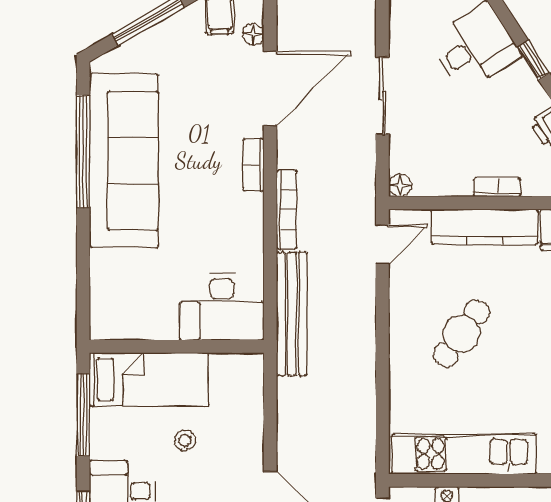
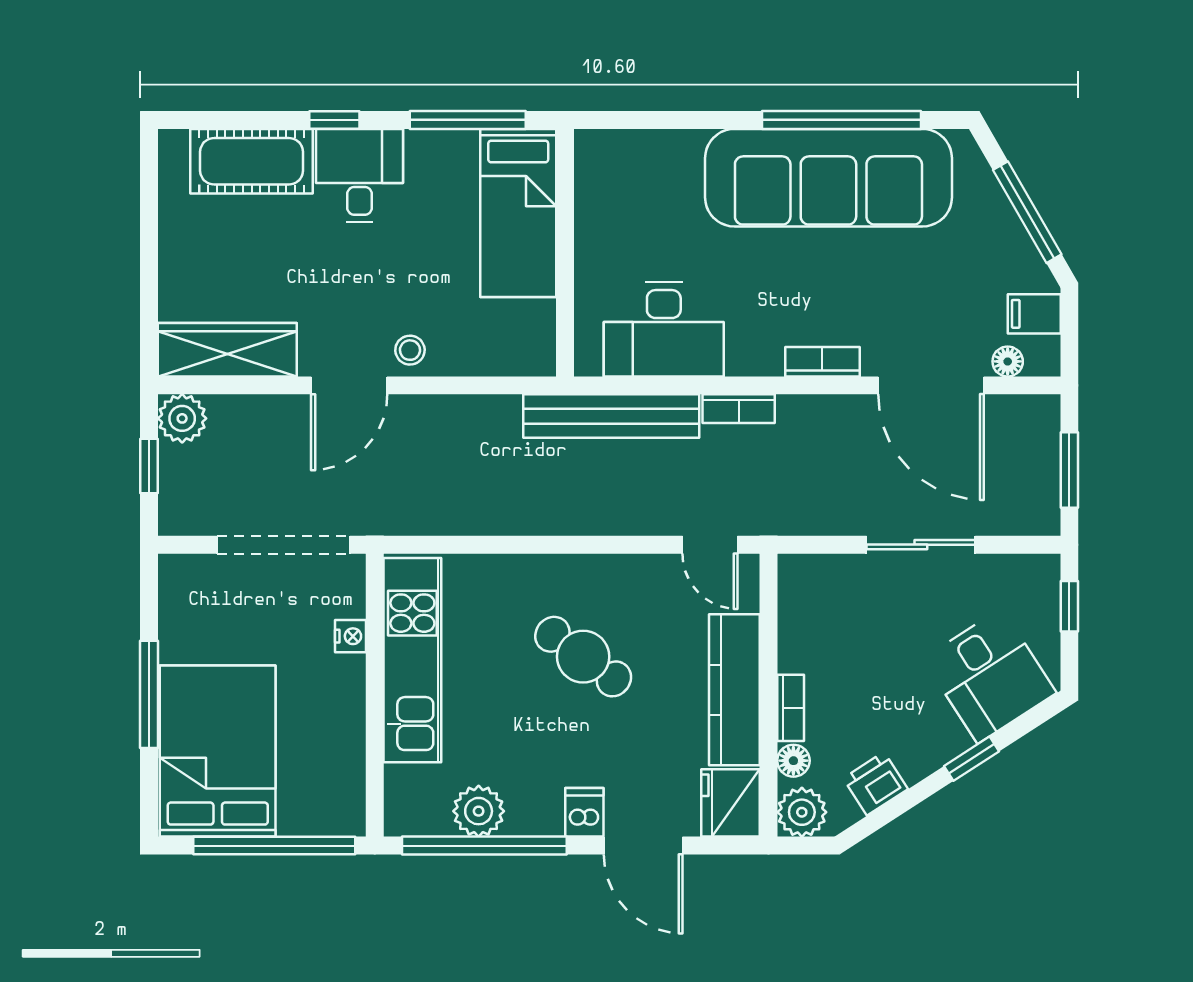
floor lamp: (400, 185) -> (793, 761), moved
bookcase: (287, 210) -> (739, 409), width x0.64
desk: (222, 307) -> (664, 329), moved, turned -90
stool: (185, 440) -> (410, 350), moved

